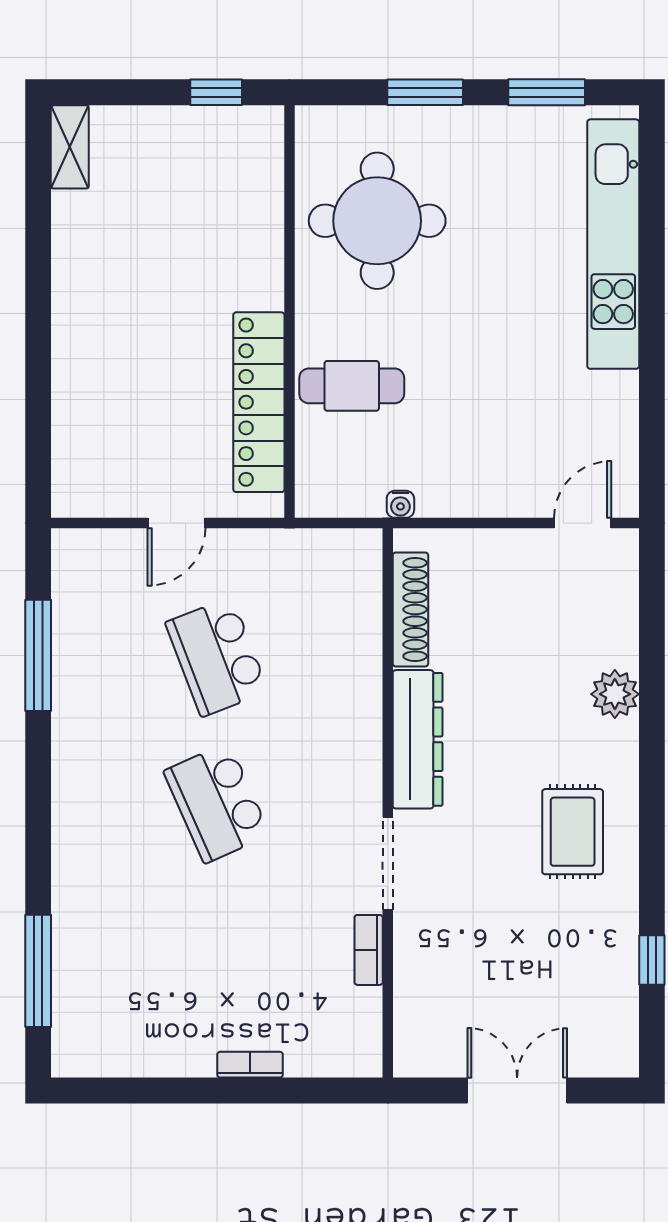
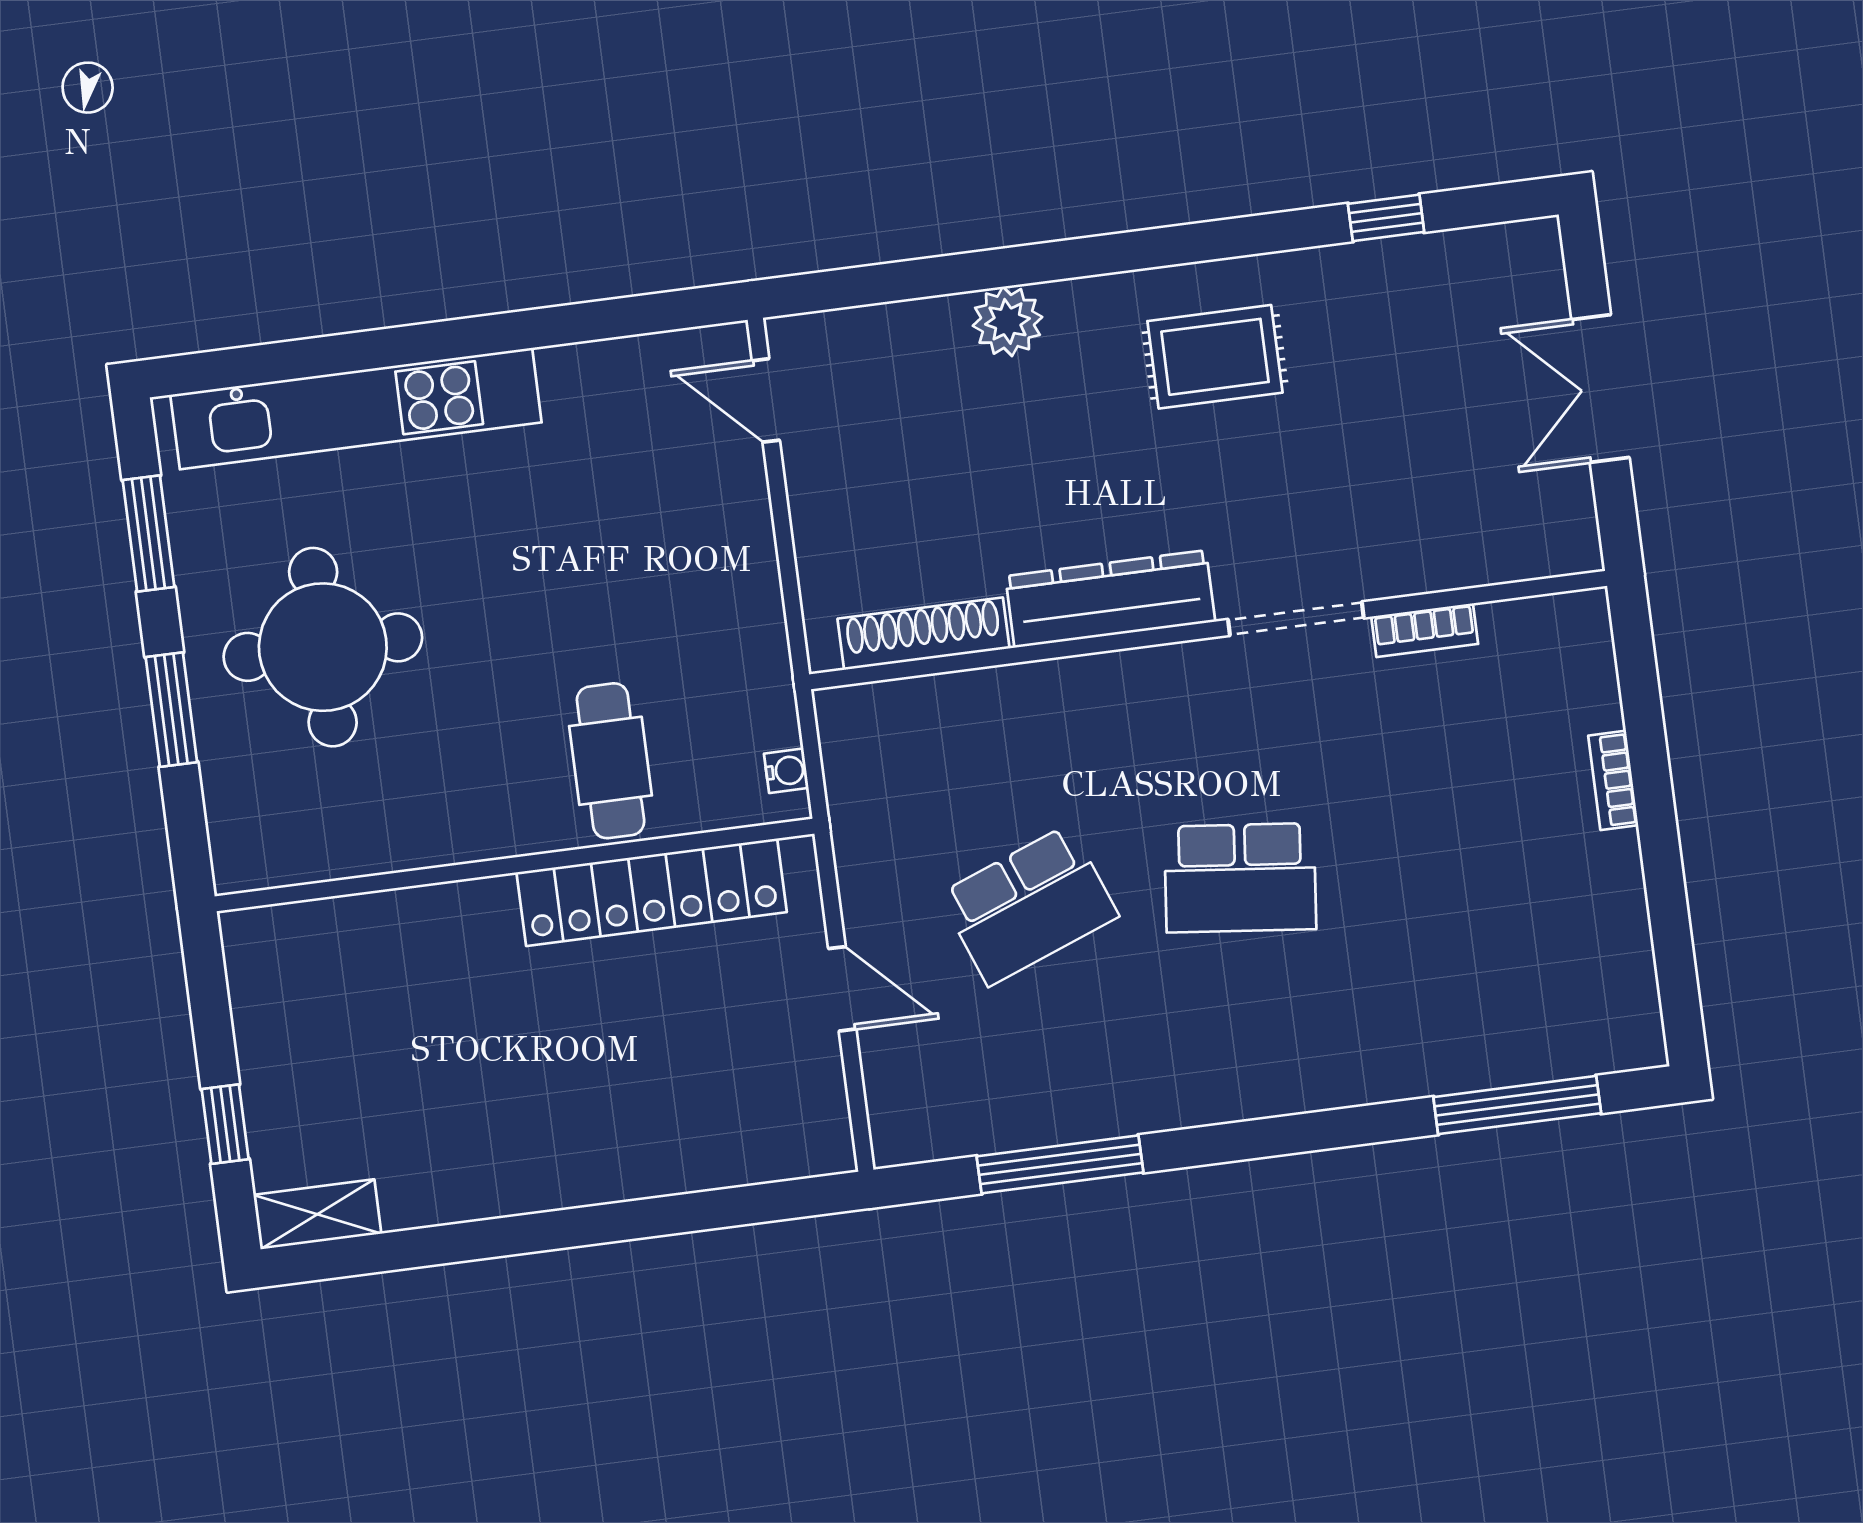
window: (216, 92) -> (225, 1124), moved
round table: (377, 221) -> (323, 647), moved
water cooler: (400, 504) -> (786, 771), moved
school desk: (217, 803) -> (1240, 878), turned 30

